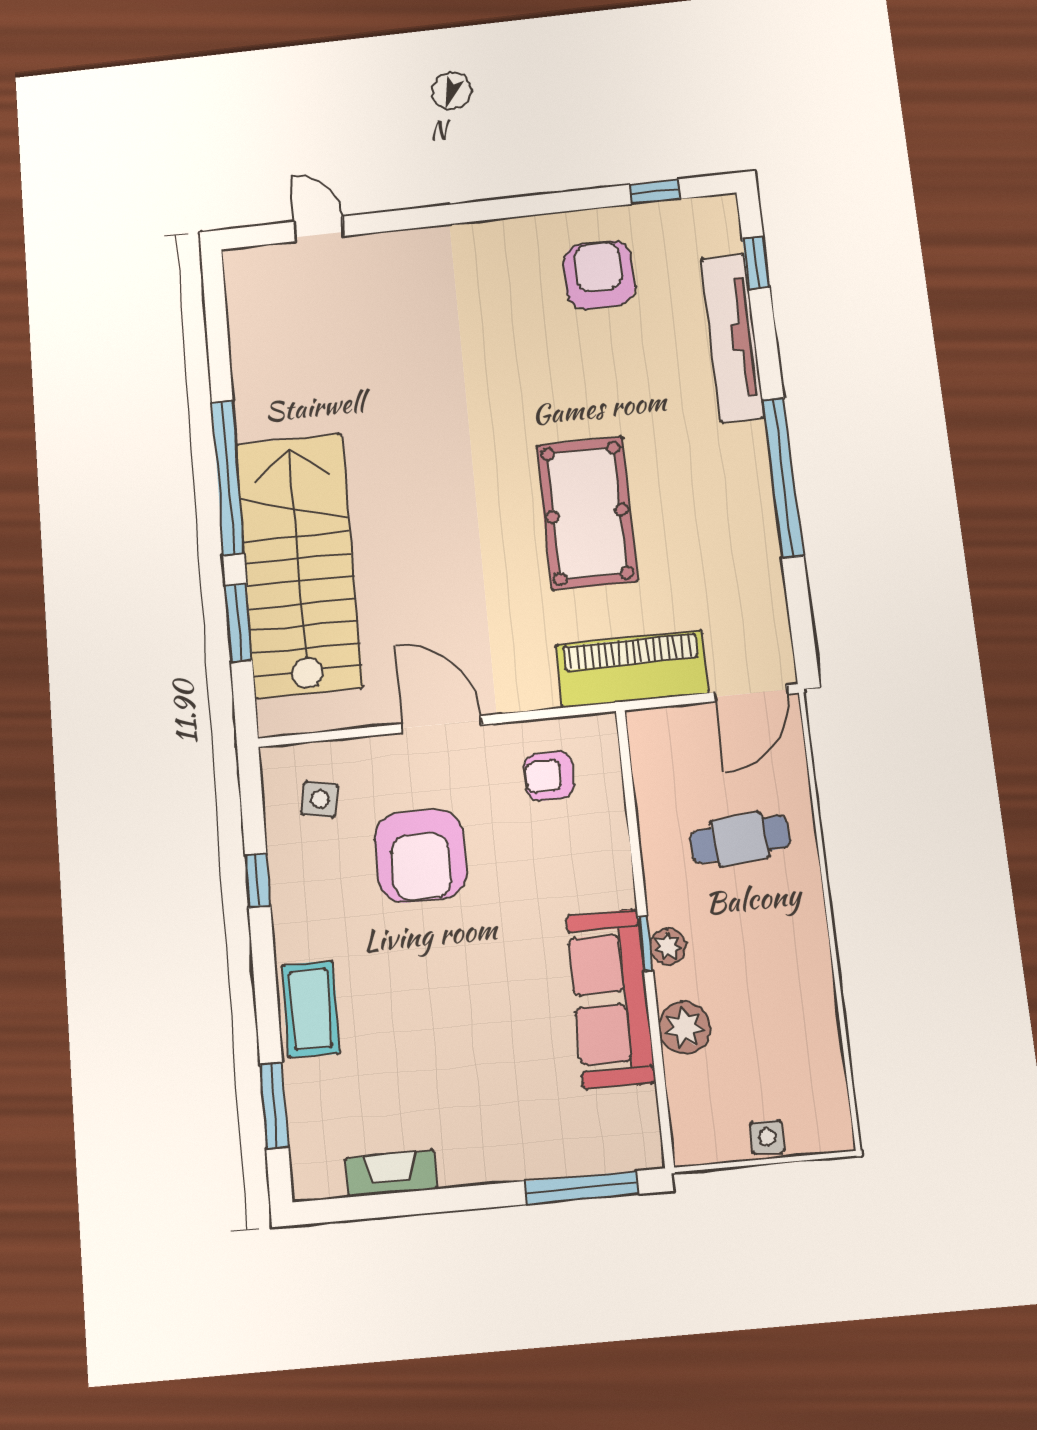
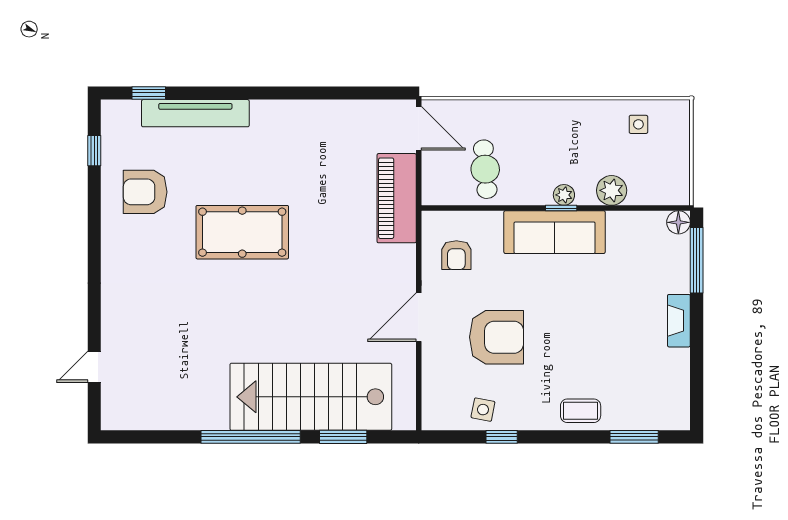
window: (783, 477) -> (288, 93), removed
pool table: (587, 513) -> (242, 232), moved
side table: (320, 799) -> (483, 410), moved
cafe table: (740, 839) -> (485, 169), moved
sofa: (610, 999) -> (555, 232), moved
coffee table: (311, 1009) -> (581, 411), width x0.73, depth x0.77
side table: (767, 1137) -> (638, 124), moved
floor lamp: (643, 1149) -> (678, 222), added
fireplace: (391, 1173) -> (679, 321), moved

